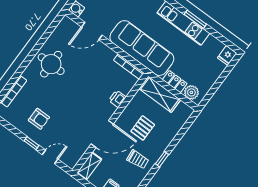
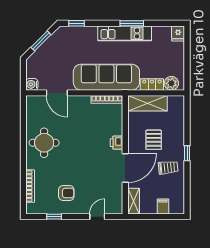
door: (92, 31) -> (57, 93), hinge flipped
printer: (117, 99) -> (117, 143), moved
window: (32, 143) -> (54, 217), moved

